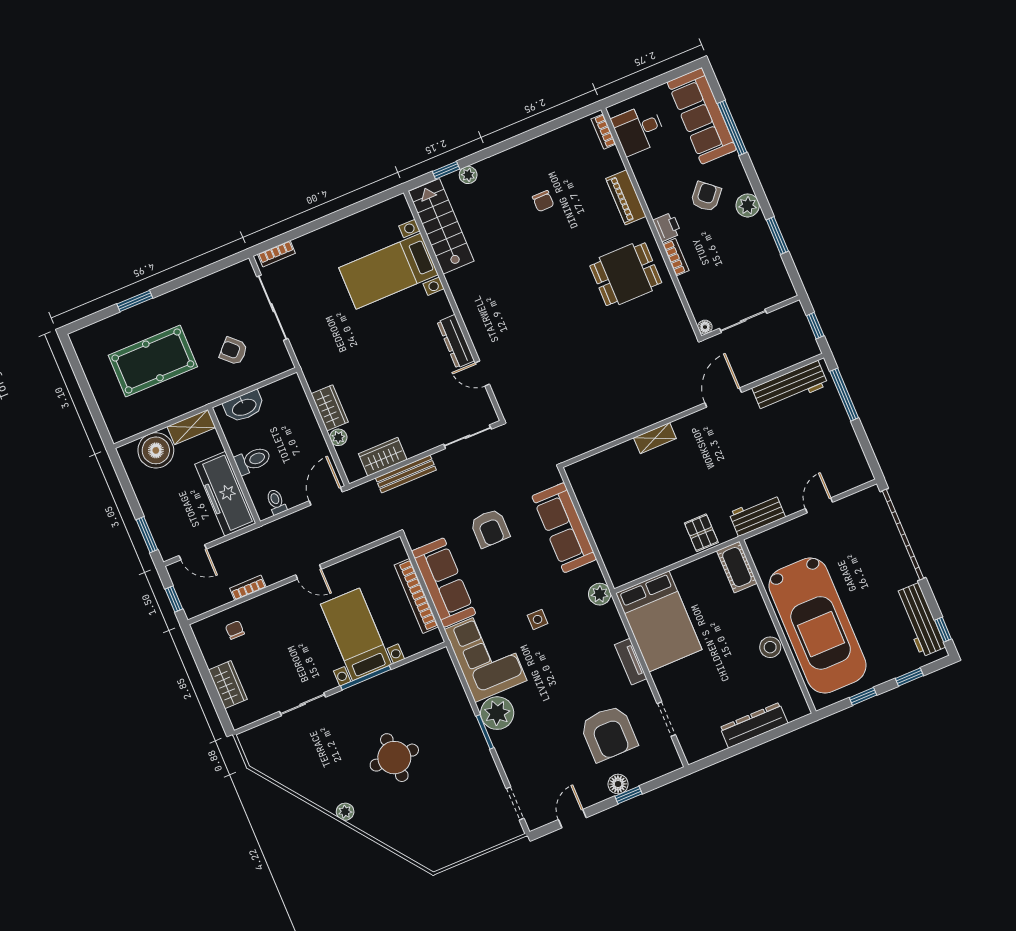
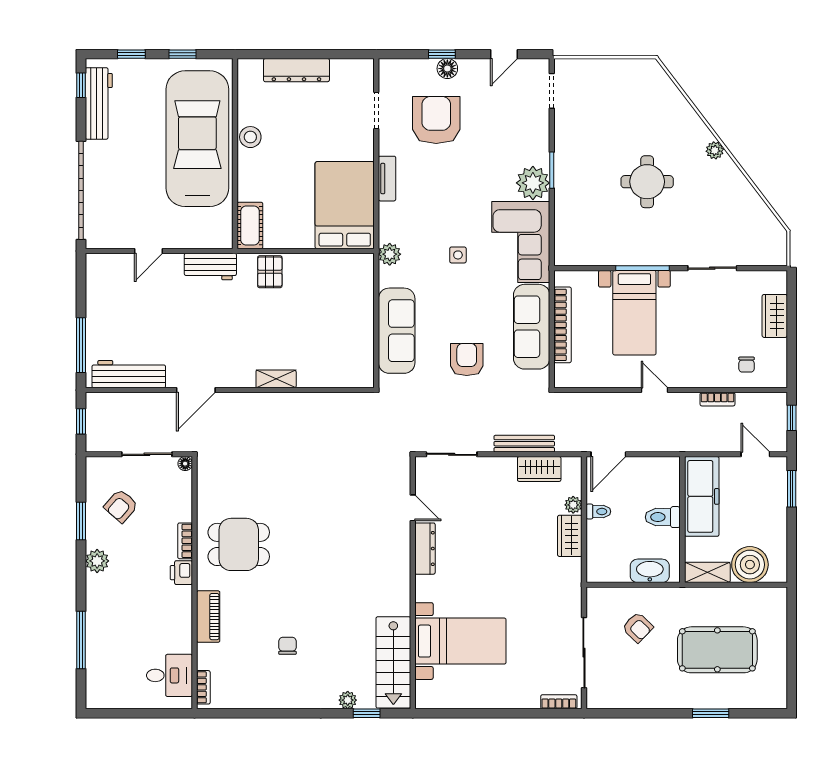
sofa: (702, 116) -> (105, 663), removed
armchair: (706, 197) -> (121, 506), moved
toilet: (276, 502) -> (598, 511), moved, turned -90

